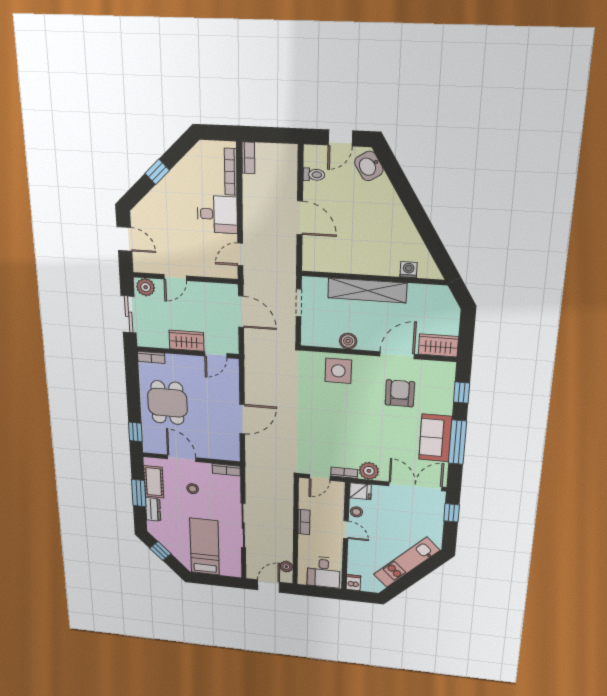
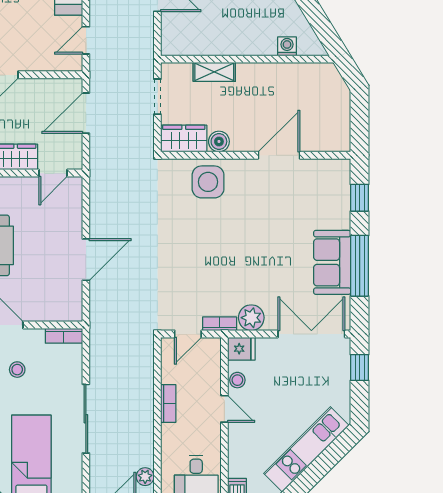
shelving: (367, 290) -> (214, 72), width x0.45, depth x0.75
door: (241, 312) -> (86, 113), swing flipped
wardrobe: (438, 345) -> (184, 138), moved
armchair: (400, 393) -> (285, 206), removed

